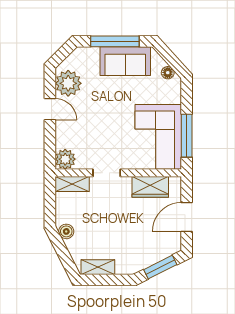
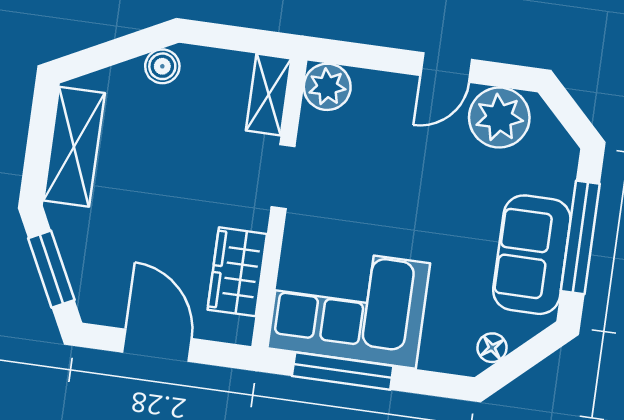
shelving: (98, 267) -> (74, 147), width x1.50, depth x1.33

